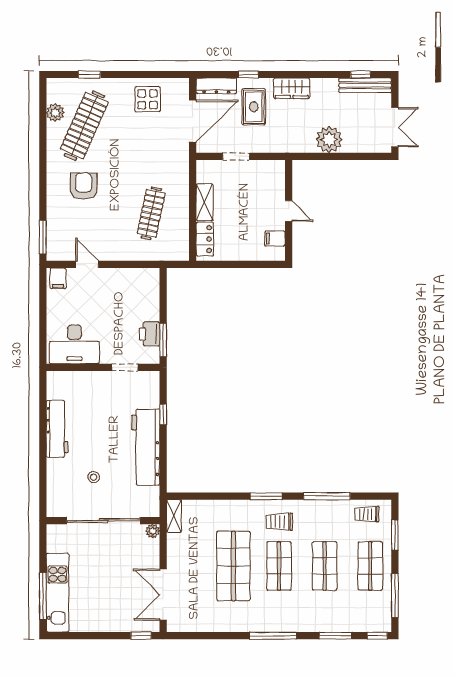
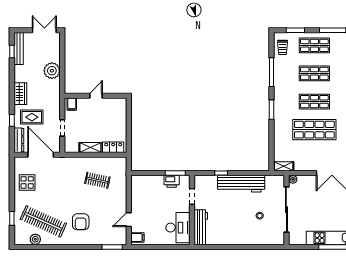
armchair: (84, 186) -> (81, 222), turned -90
clothes rail: (151, 213) -> (97, 180), width x0.73
filing cabinet: (275, 239) -> (72, 104), moved
workbench: (57, 429) -> (201, 227), moved, turned 90
trolley: (279, 522) -> (287, 101), removed

